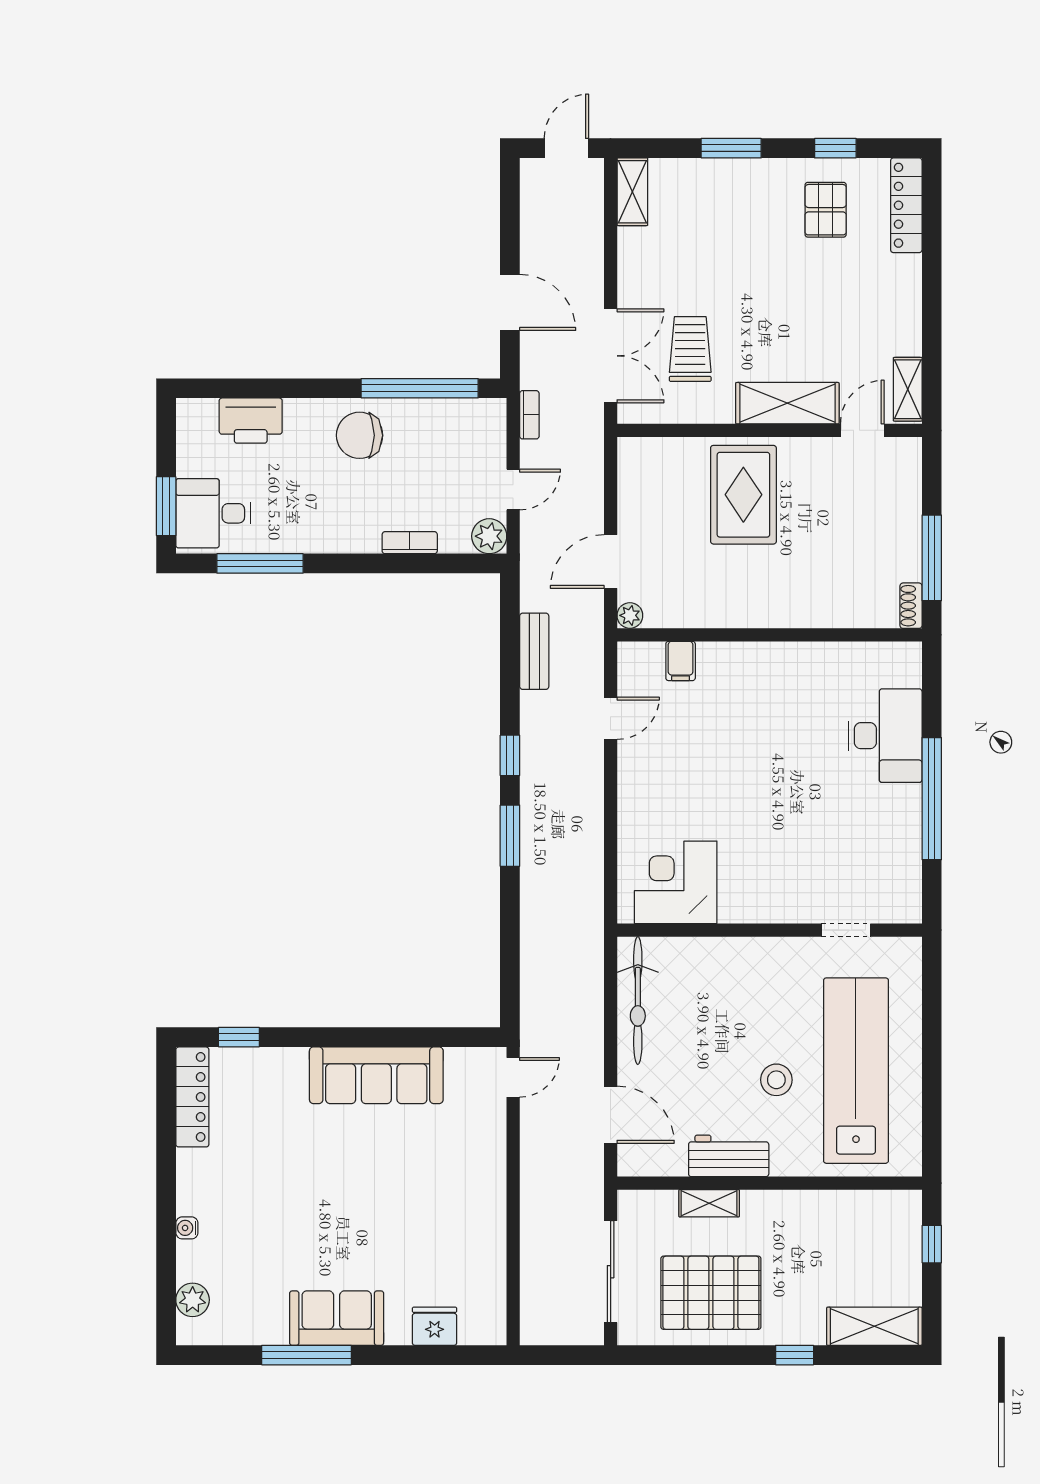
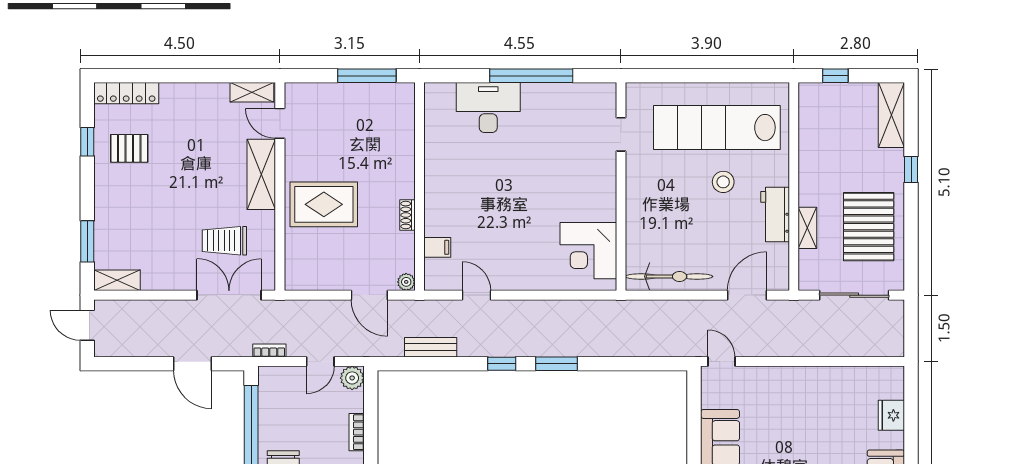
window: (731, 148) -> (87, 241), moved
door: (510, 302) -> (193, 364), swing flipped
door: (513, 490) -> (320, 362), swing flipped
shoe rack: (911, 606) -> (407, 215), moved, turned 90

